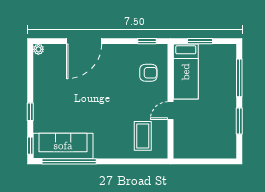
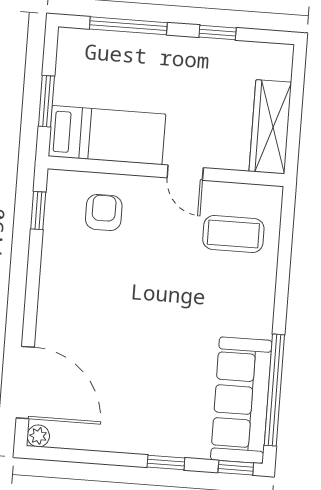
door: (84, 41) -> (25, 382), moved
window: (239, 121) -> (218, 32), width x0.67
wardrobe: (196, 150) -> (270, 127), added

